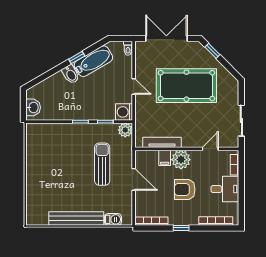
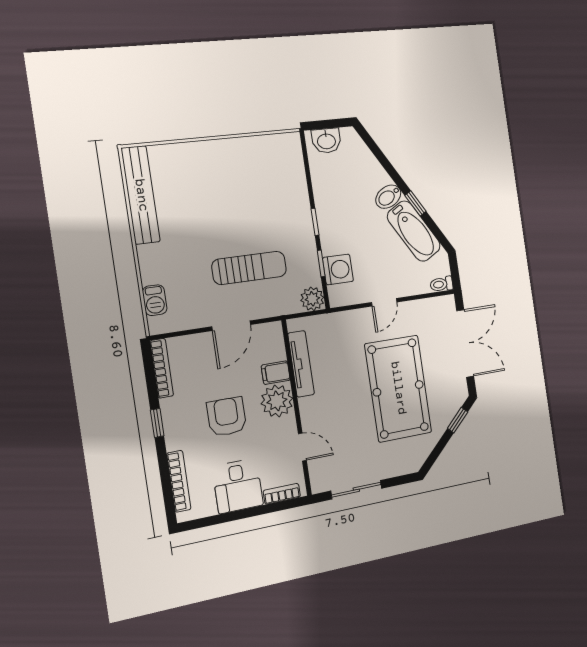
washing machine: (124, 112) -> (338, 269), moved, turned 90
bench: (76, 219) -> (141, 195), moved

